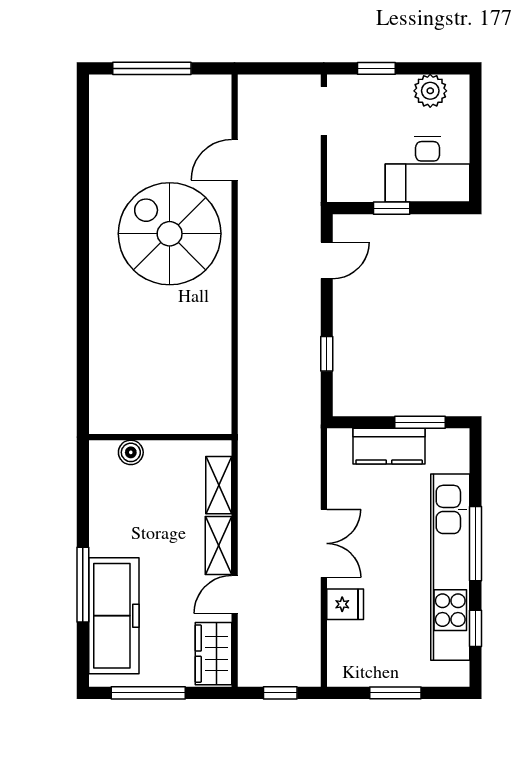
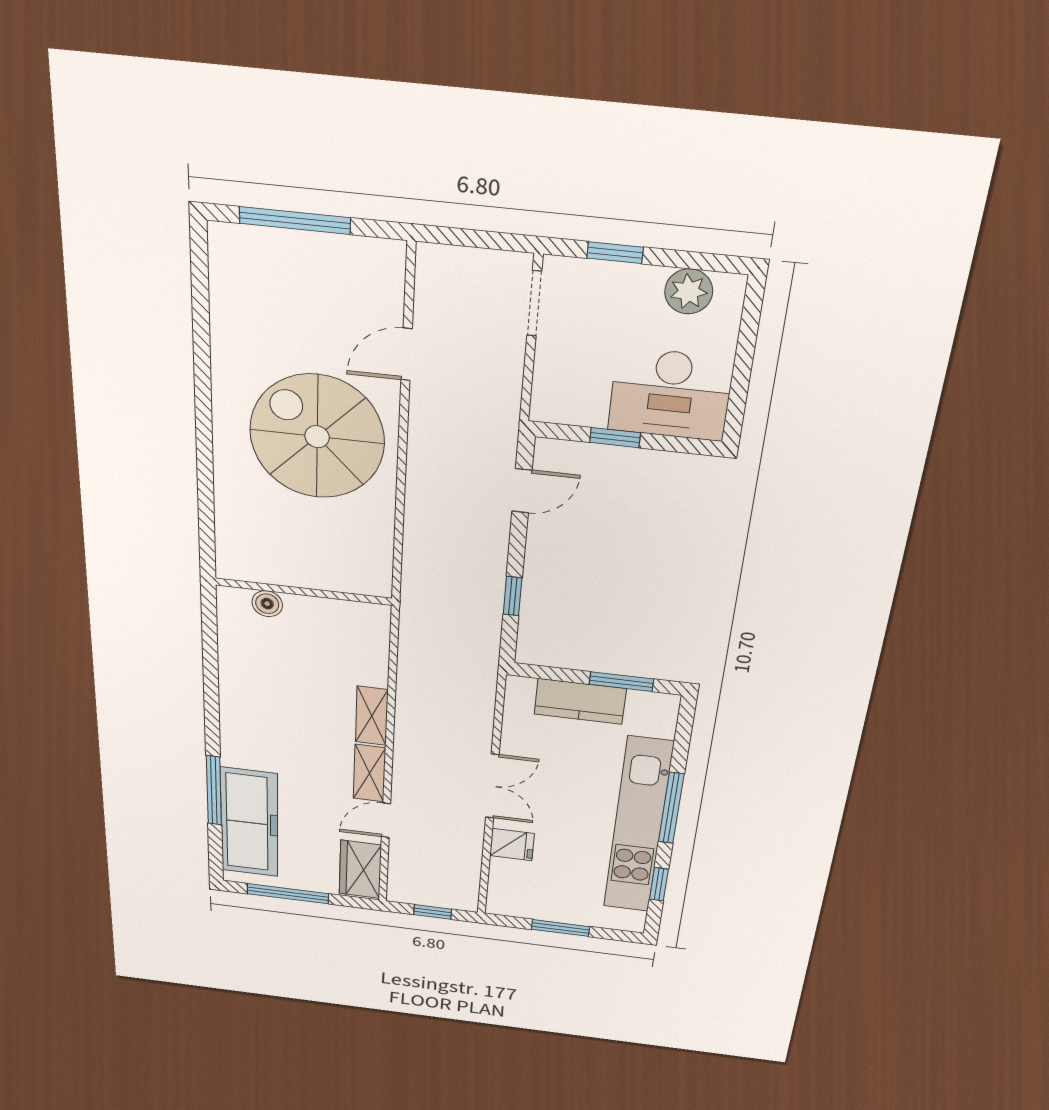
wall: (160, 437) -> (303, 592), moved
boiler: (131, 452) -> (267, 604), moved

